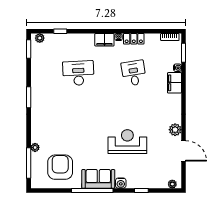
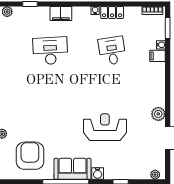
filing cabinet: (104, 40) -> (61, 14), moved
filing cabinet: (174, 83) -> (157, 56), width x0.50

